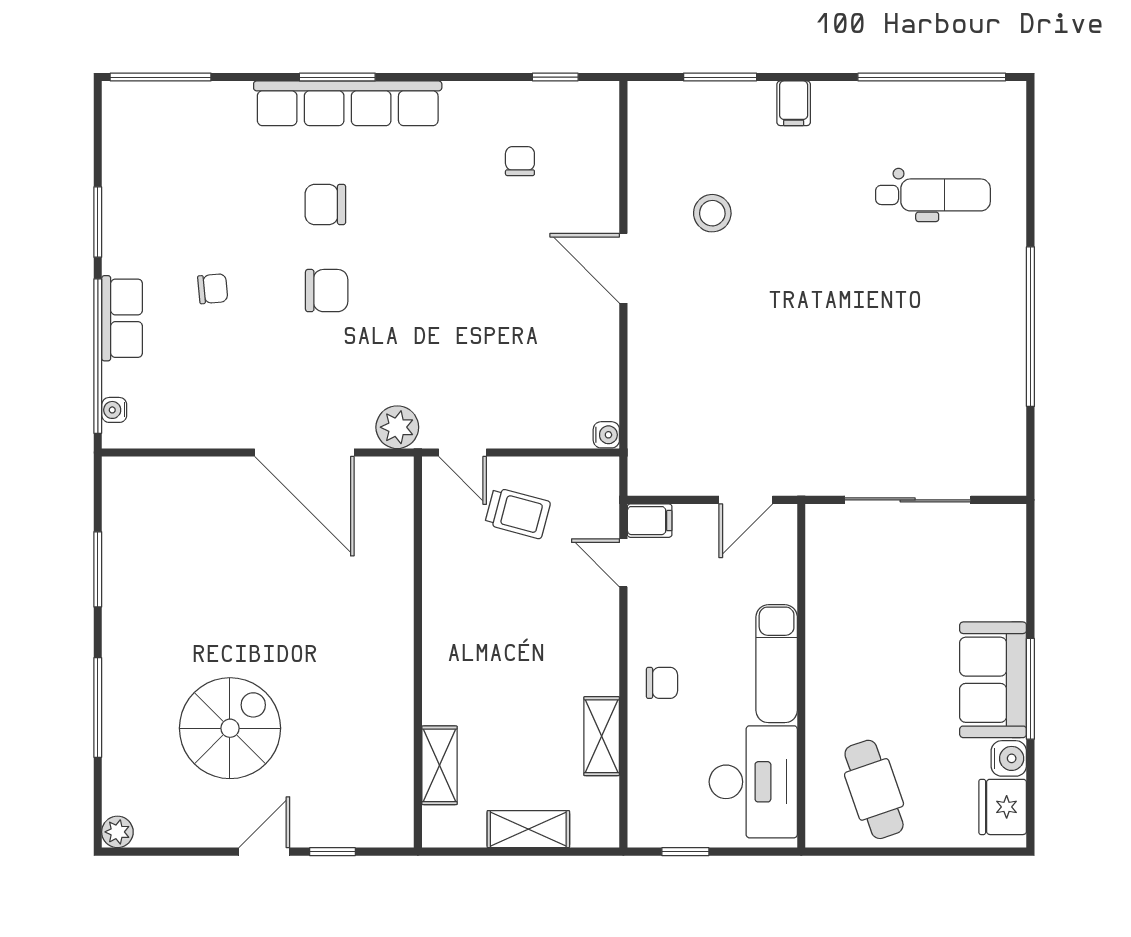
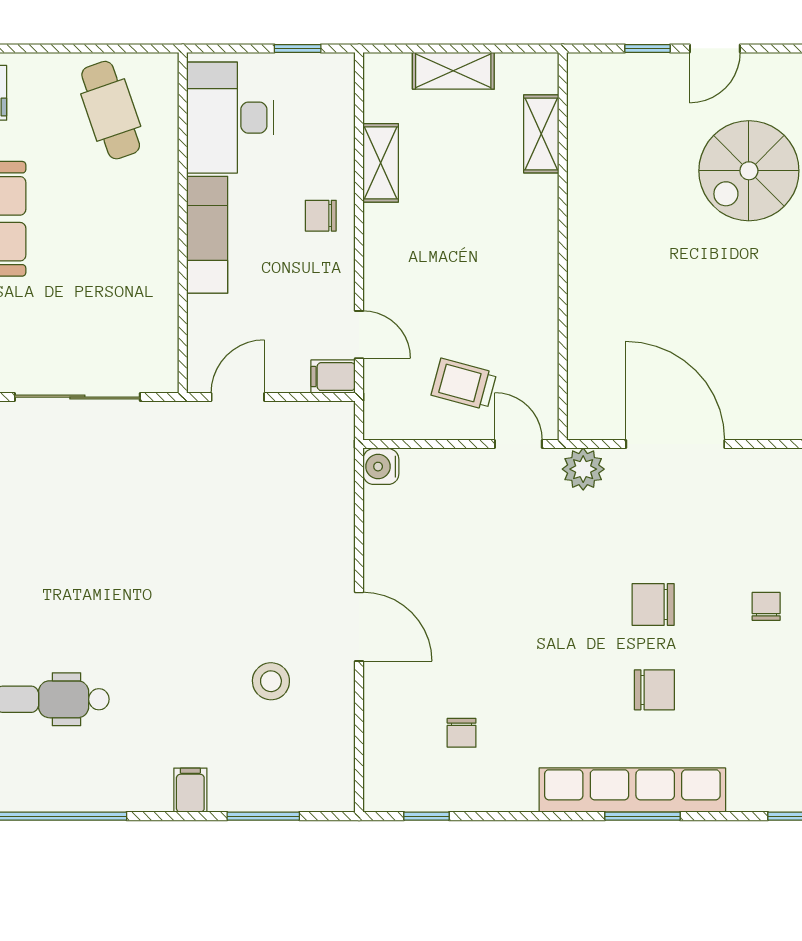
chair: (213, 289) -> (766, 606), turned 95
water cooler: (606, 435) -> (381, 467), width x1.38, depth x1.38

